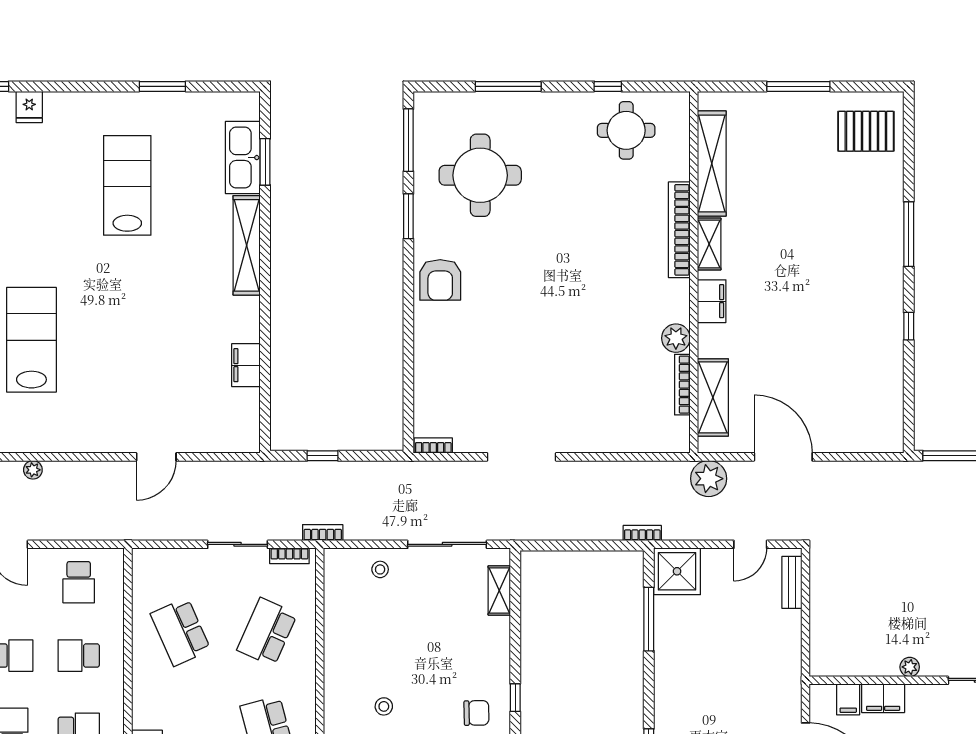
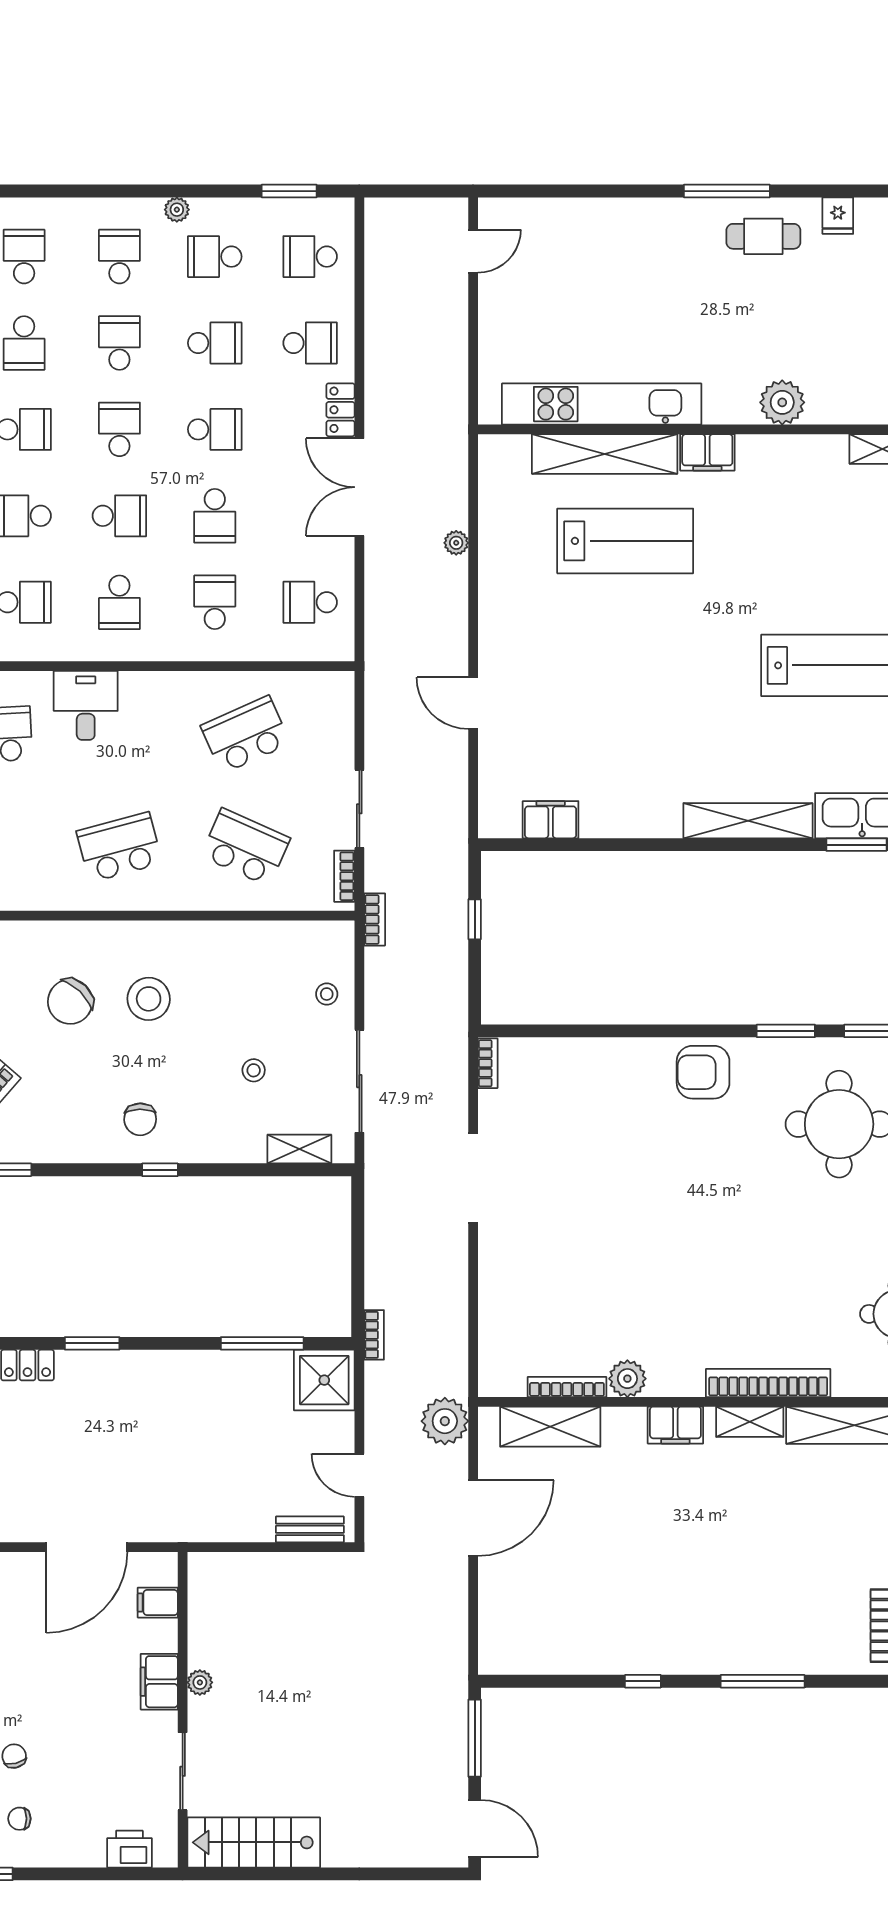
filing cabinet: (246, 365) -> (551, 820), moved
stool: (439, 626) -> (254, 1070), added
filing cabinet: (883, 698) -> (159, 1682), moved
stool: (384, 706) -> (149, 999), width x1.89, depth x1.89

